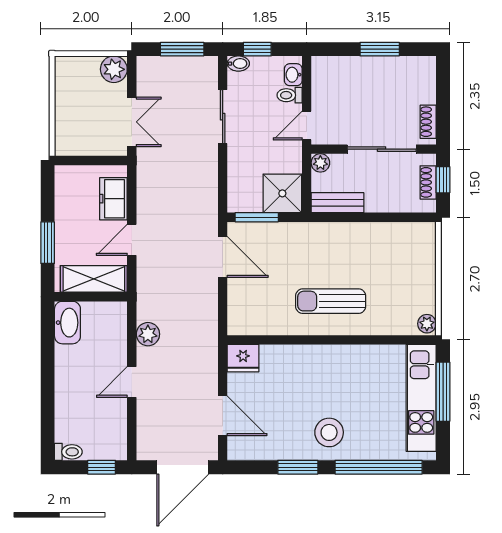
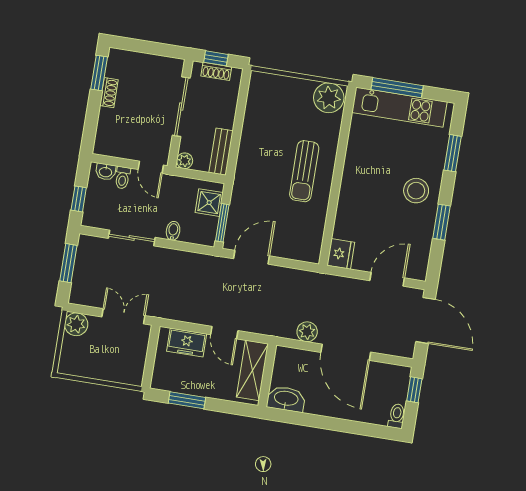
window: (380, 49) -> (99, 73), moved
bidet: (238, 64) -> (173, 231), moved
shoe rack: (428, 122) -> (109, 93), moved, turned -90
shower: (282, 193) -> (209, 203), width x0.73, depth x0.73
window: (48, 243) -> (187, 400), moved
plant: (427, 324) -> (329, 98), width x1.88, depth x1.88
door: (132, 382) -> (346, 352), width x1.88
window: (379, 467) -> (453, 153), width x0.47

